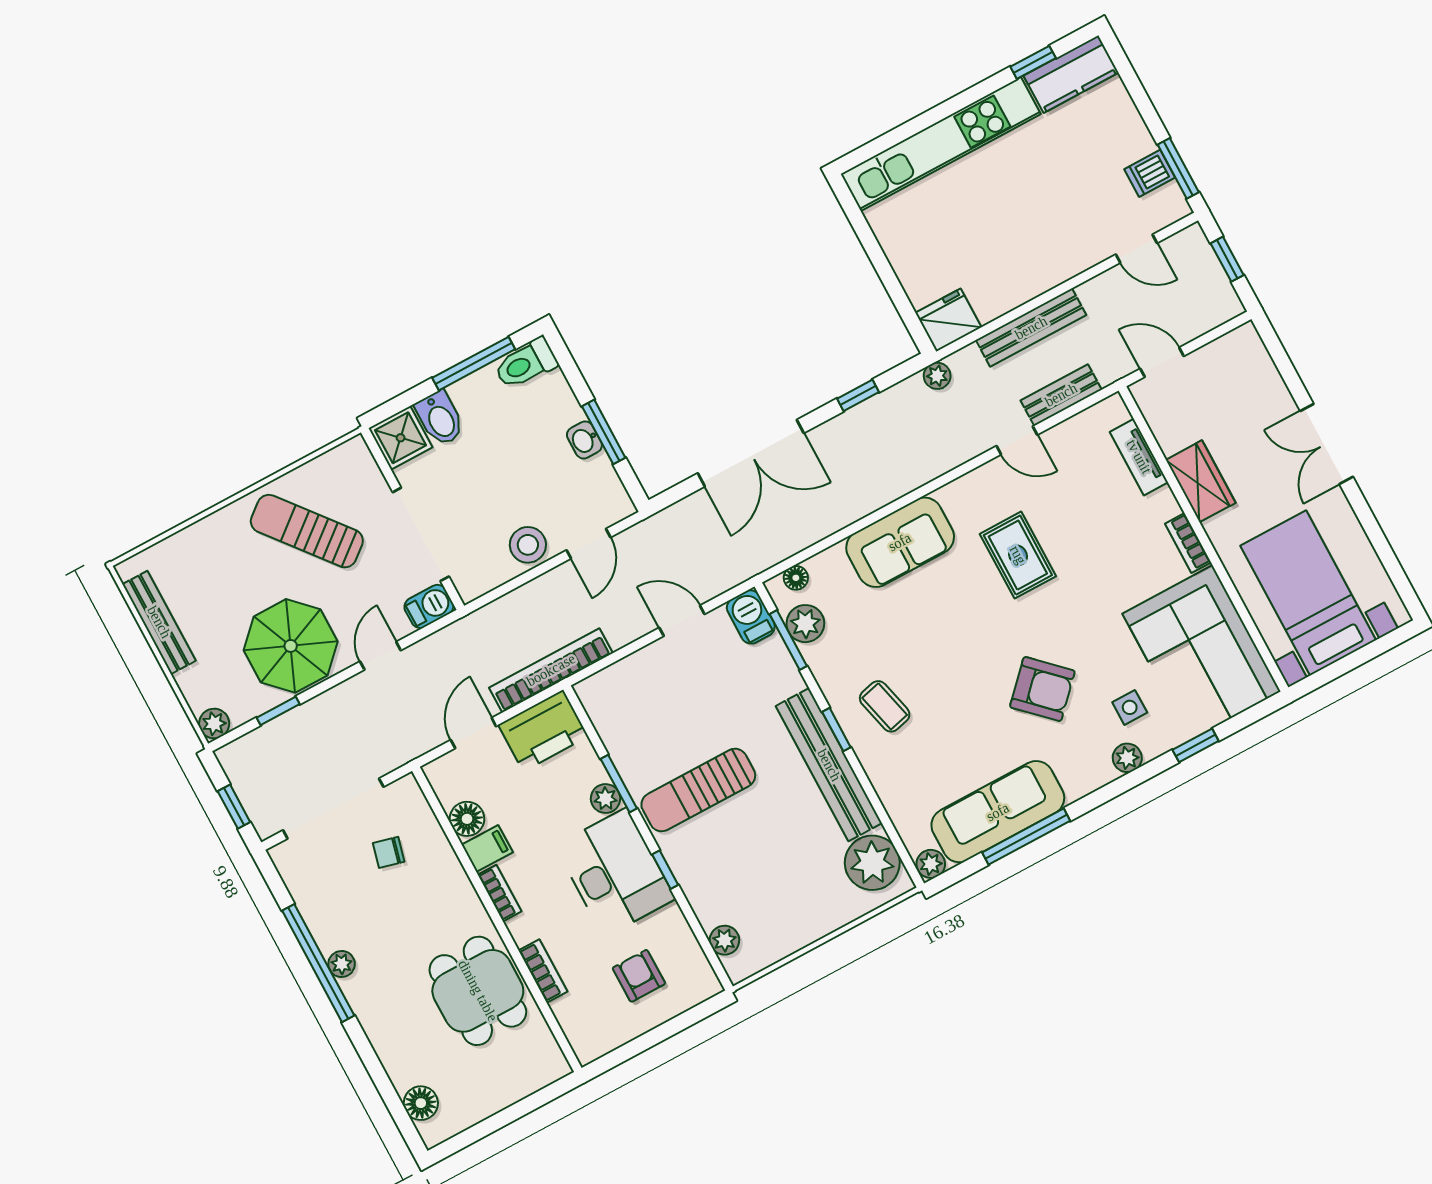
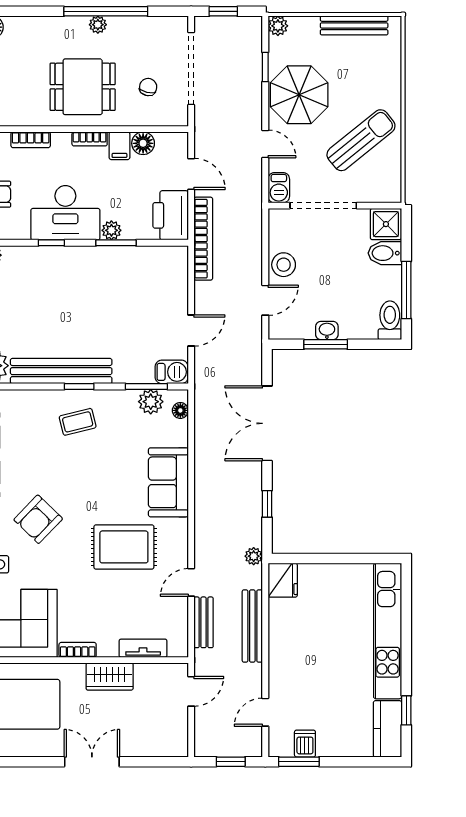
door: (588, 544) -> (265, 300), swing flipped
rug: (1018, 555) -> (124, 547), width x1.36, depth x1.43
sun lounger: (698, 790) -> (87, 287), removed
dining table: (478, 991) -> (83, 87), moved

